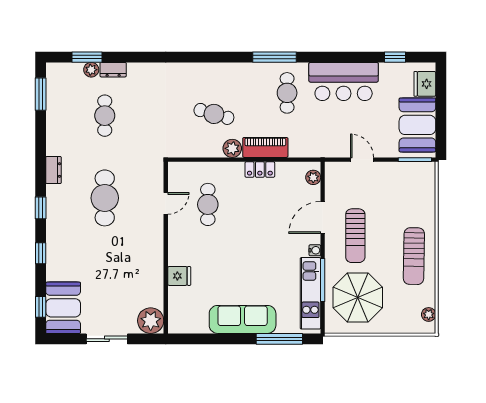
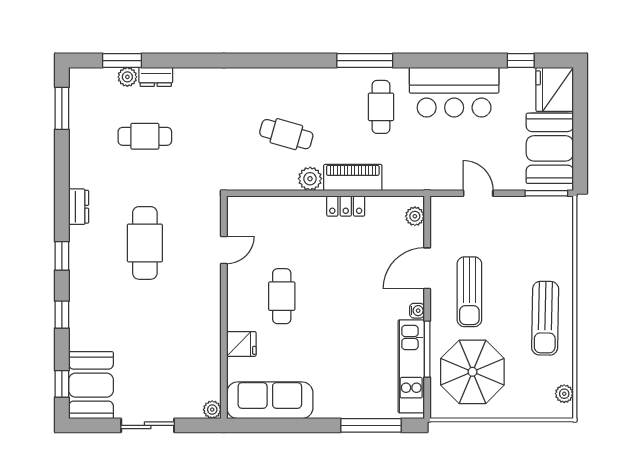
fridge: (425, 84) -> (555, 89), width x1.36, depth x1.34
cafe table: (105, 116) -> (145, 136), turned 90
cafe table: (208, 204) -> (282, 296), moved
sofa: (243, 319) -> (270, 400), moved
plant: (151, 321) -> (212, 410), width x0.53, depth x0.53

